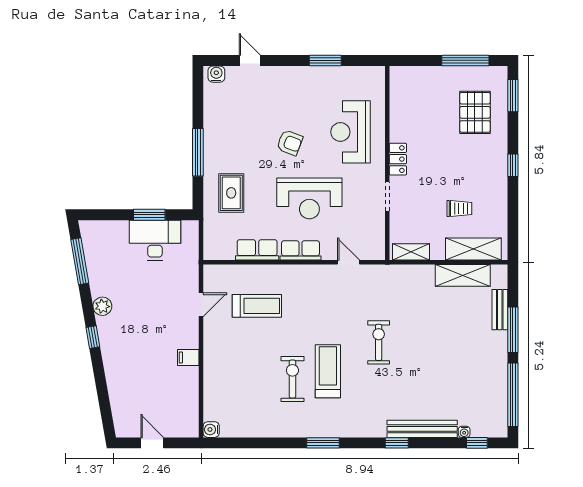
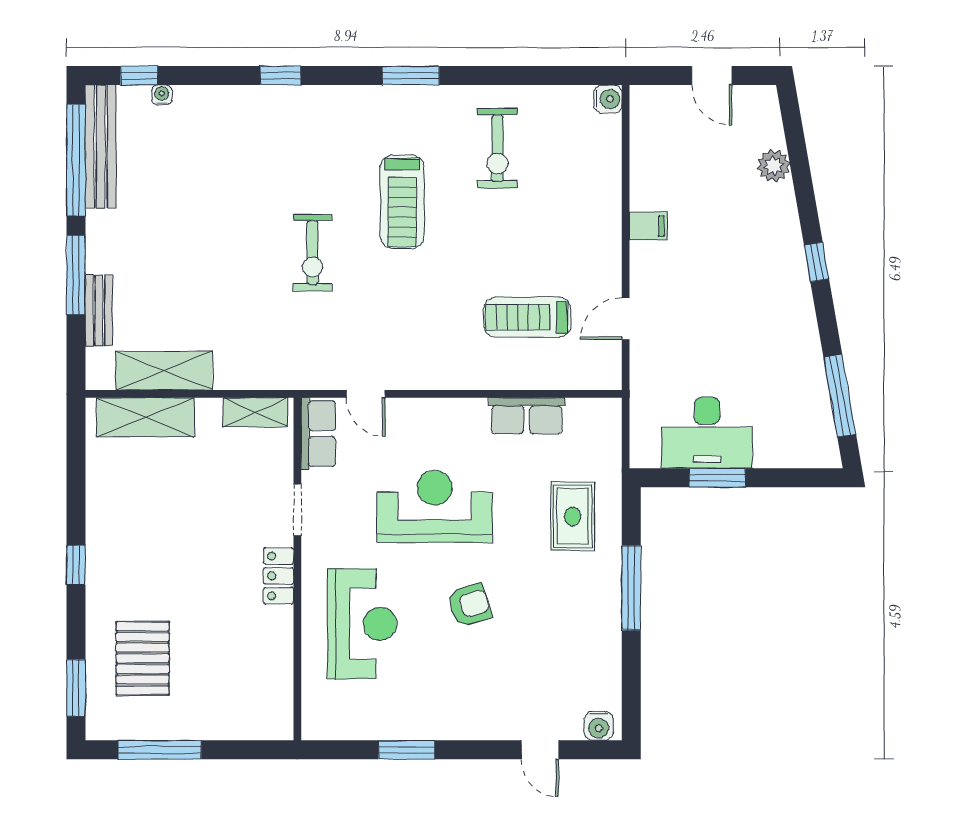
armchair: (290, 143) -> (469, 605), turned 142
trolley: (459, 208) -> (170, 489), removed
row of seats: (300, 250) -> (318, 434), moved, turned -90
plant: (102, 306) -> (774, 166), moved
exercise bike: (292, 379) -> (497, 148), moved
bench: (422, 429) -> (101, 147), moved, turned 90

